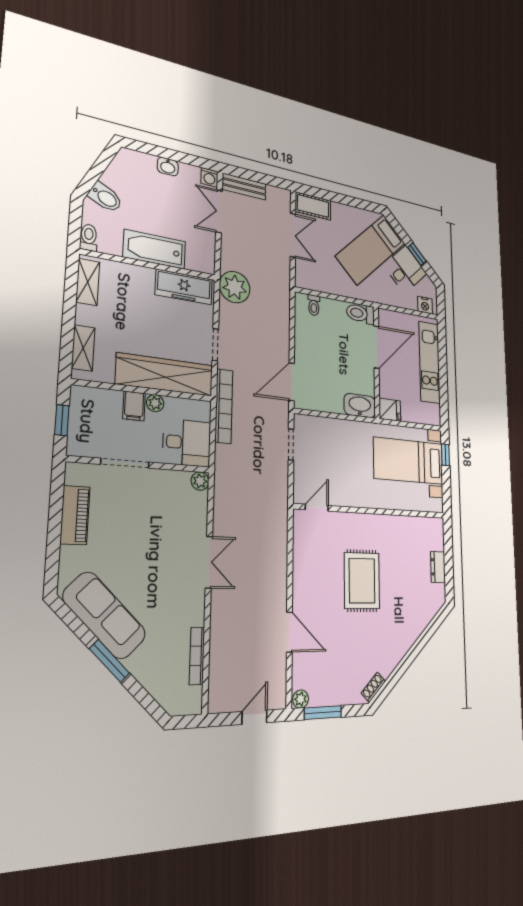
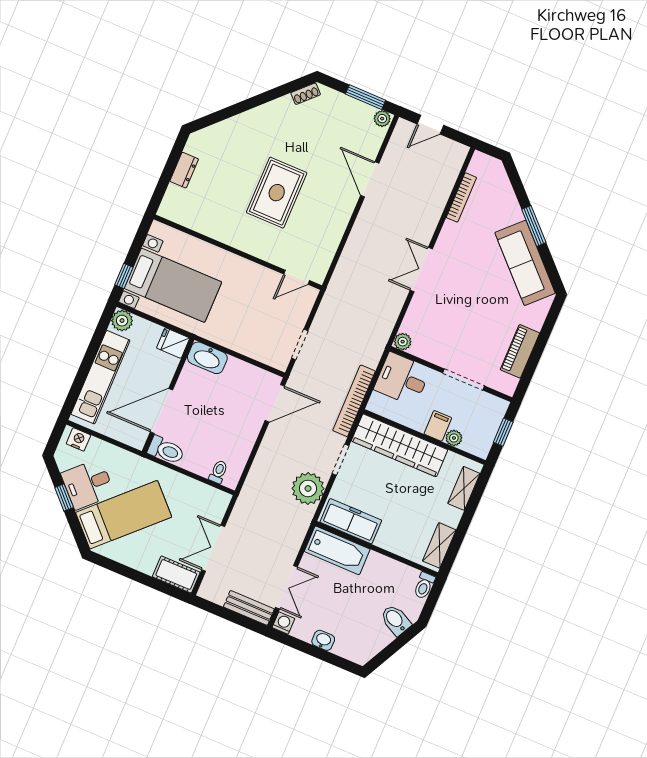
bathtub: (155, 249) -> (337, 550), moved
plant: (235, 287) -> (308, 488), moved
plant: (155, 403) -> (454, 438), moved
plant: (433, 416) -> (122, 321), added

